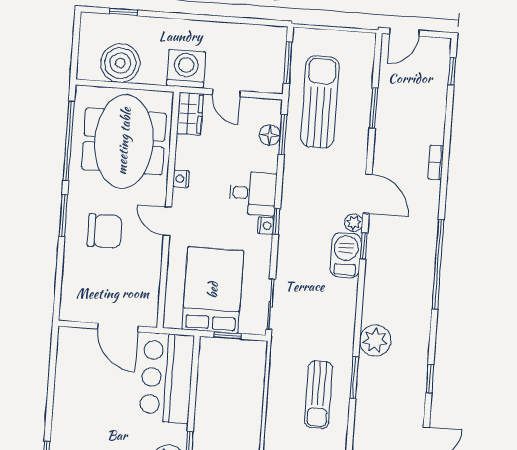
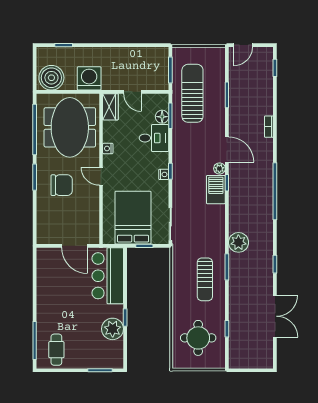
boiler: (120, 63) -> (51, 78), moved
washing machine: (186, 69) -> (89, 78), moved
desk: (253, 193) -> (154, 138), moved

